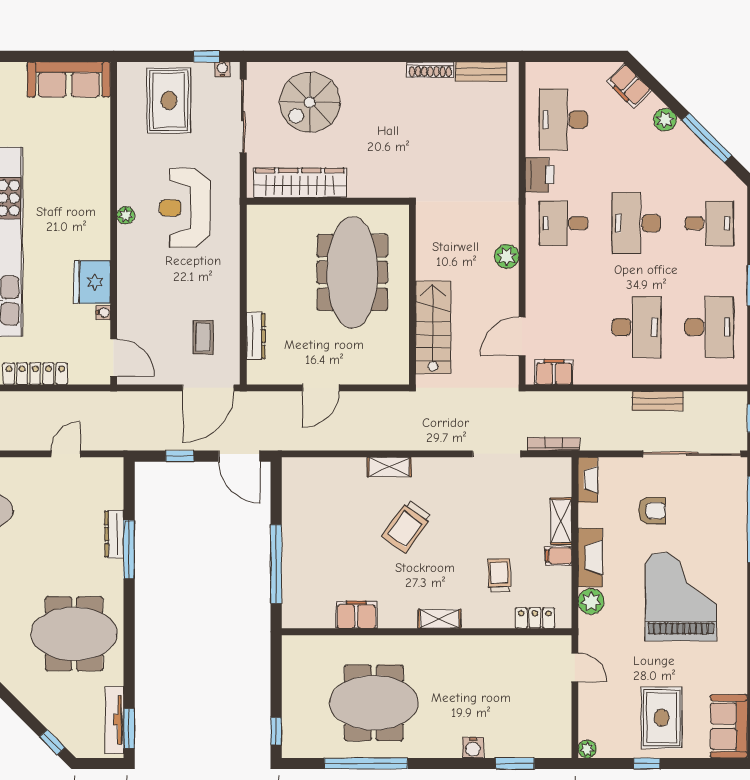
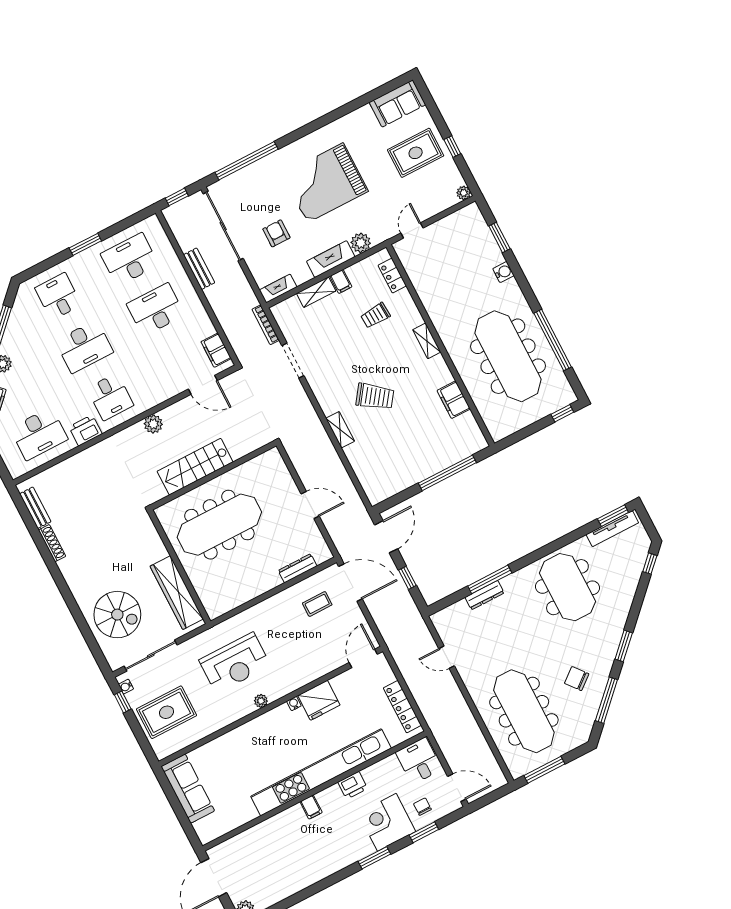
water cooler: (103, 312) -> (294, 704), moved
stairs: (433, 327) -> (195, 467), moved
meeting table: (374, 703) -> (508, 356), width x1.36

